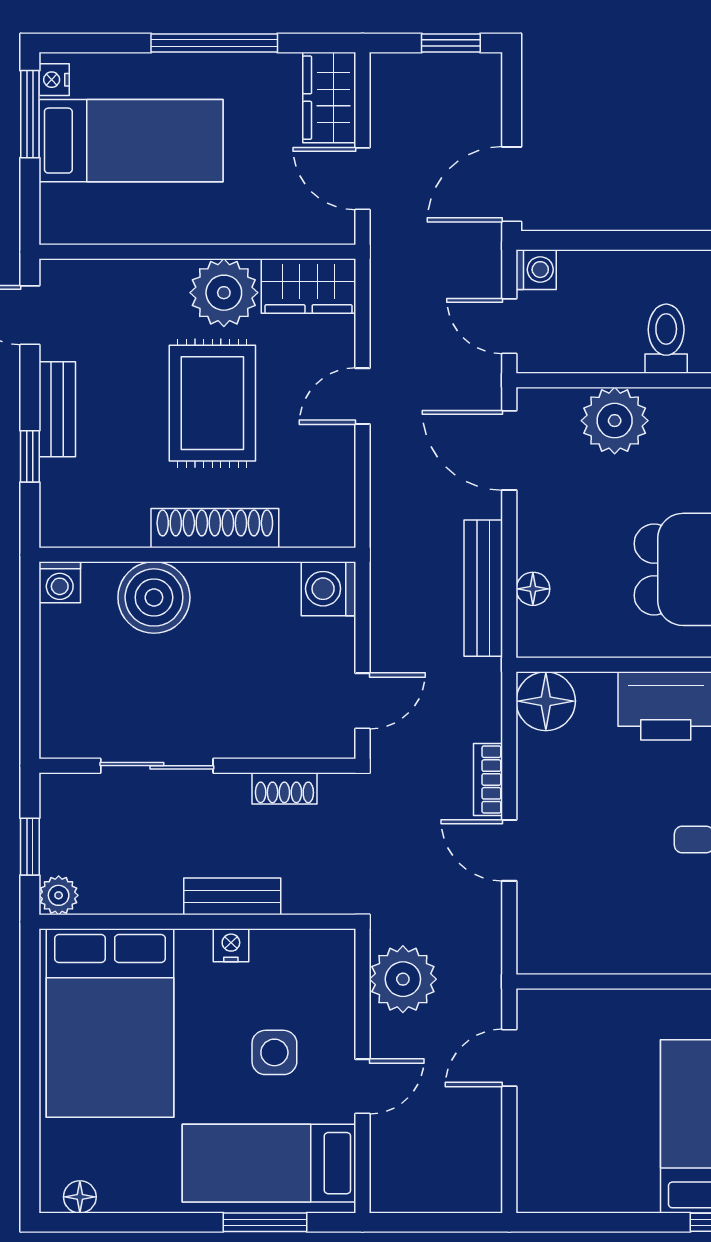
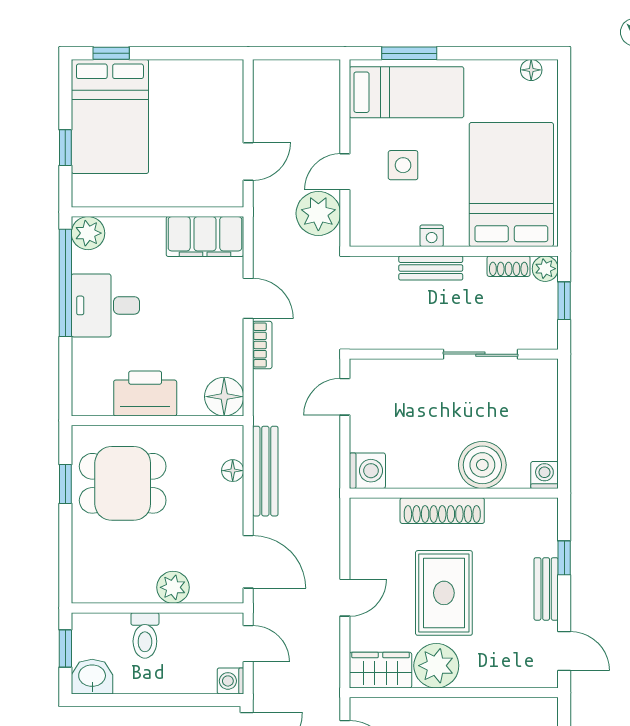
plant: (615, 421) -> (173, 587), width x0.73, depth x0.73
shoe rack: (284, 788) -> (509, 266), moved, turned 180
filing cabinet: (575, 944) -> (205, 237), added
door: (363, 1086) -> (345, 172), moved

